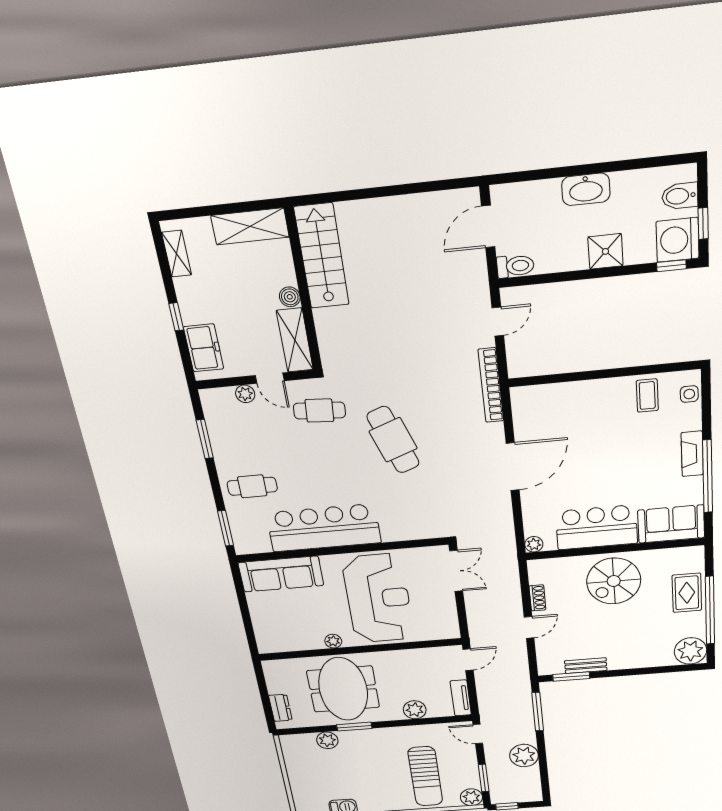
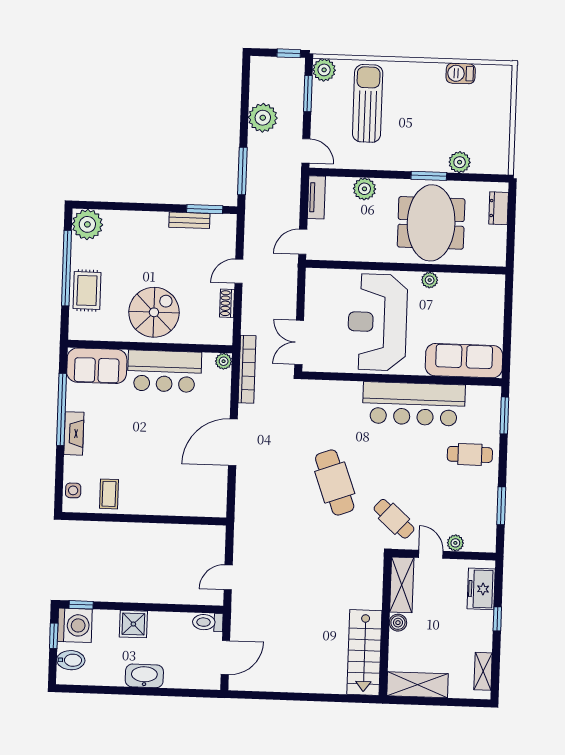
bookcase: (491, 385) -> (247, 369), moved
cafe table: (319, 411) -> (394, 519), turned 38

